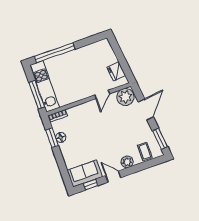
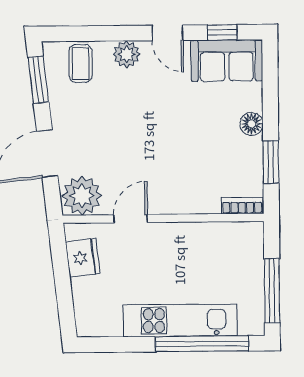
kitchen unit: (45, 87) -> (180, 320), moved, turned 90
window: (37, 95) -> (272, 291), moved
floor lamp: (61, 137) -> (252, 124), moved

